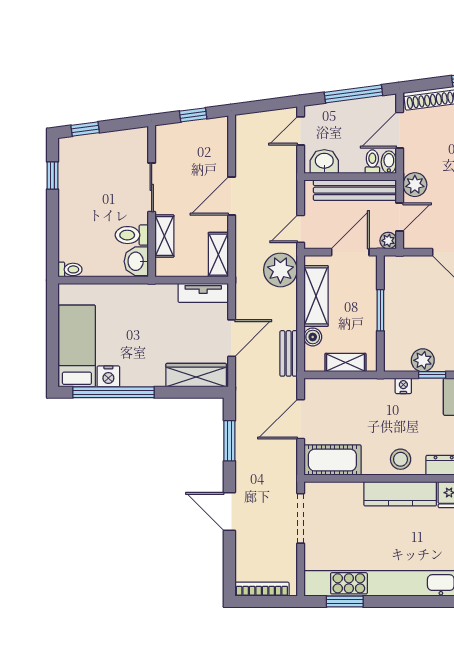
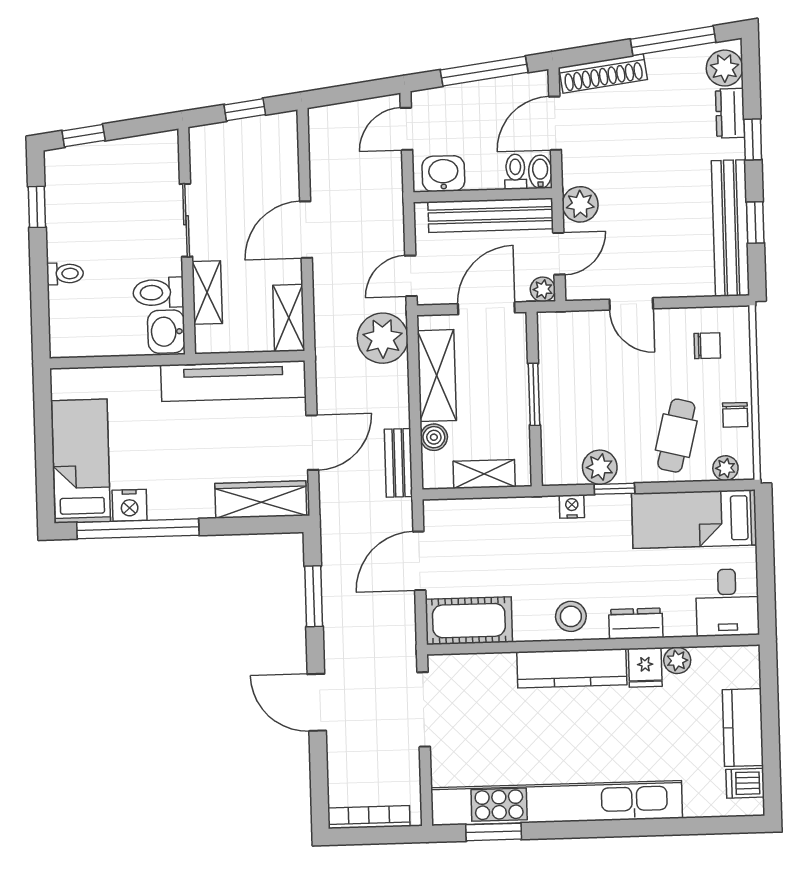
toilet: (70, 269) -> (65, 274), moved
tv unit: (203, 293) -> (233, 381), width x1.92, depth x1.29

